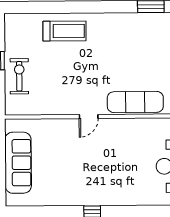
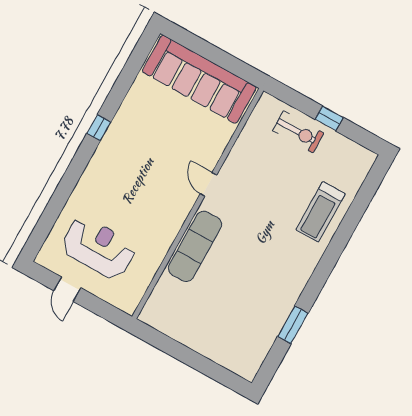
sofa: (18, 163) -> (199, 79), width x1.36, depth x1.27

